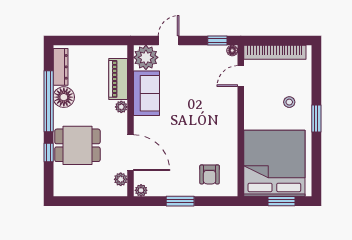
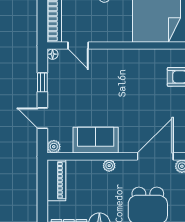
window: (217, 40) -> (42, 82), moved
plant: (146, 57) -> (54, 147), width x0.53, depth x0.53
piano: (118, 79) -> (56, 180), moved, turned -90

